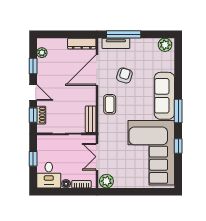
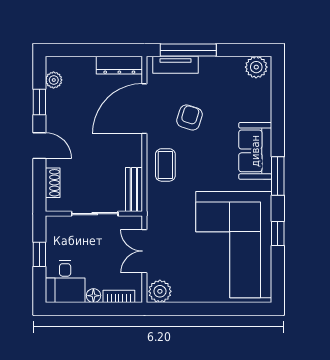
sofa: (164, 96) -> (255, 151), width x0.73
window: (33, 115) -> (39, 183), removed

